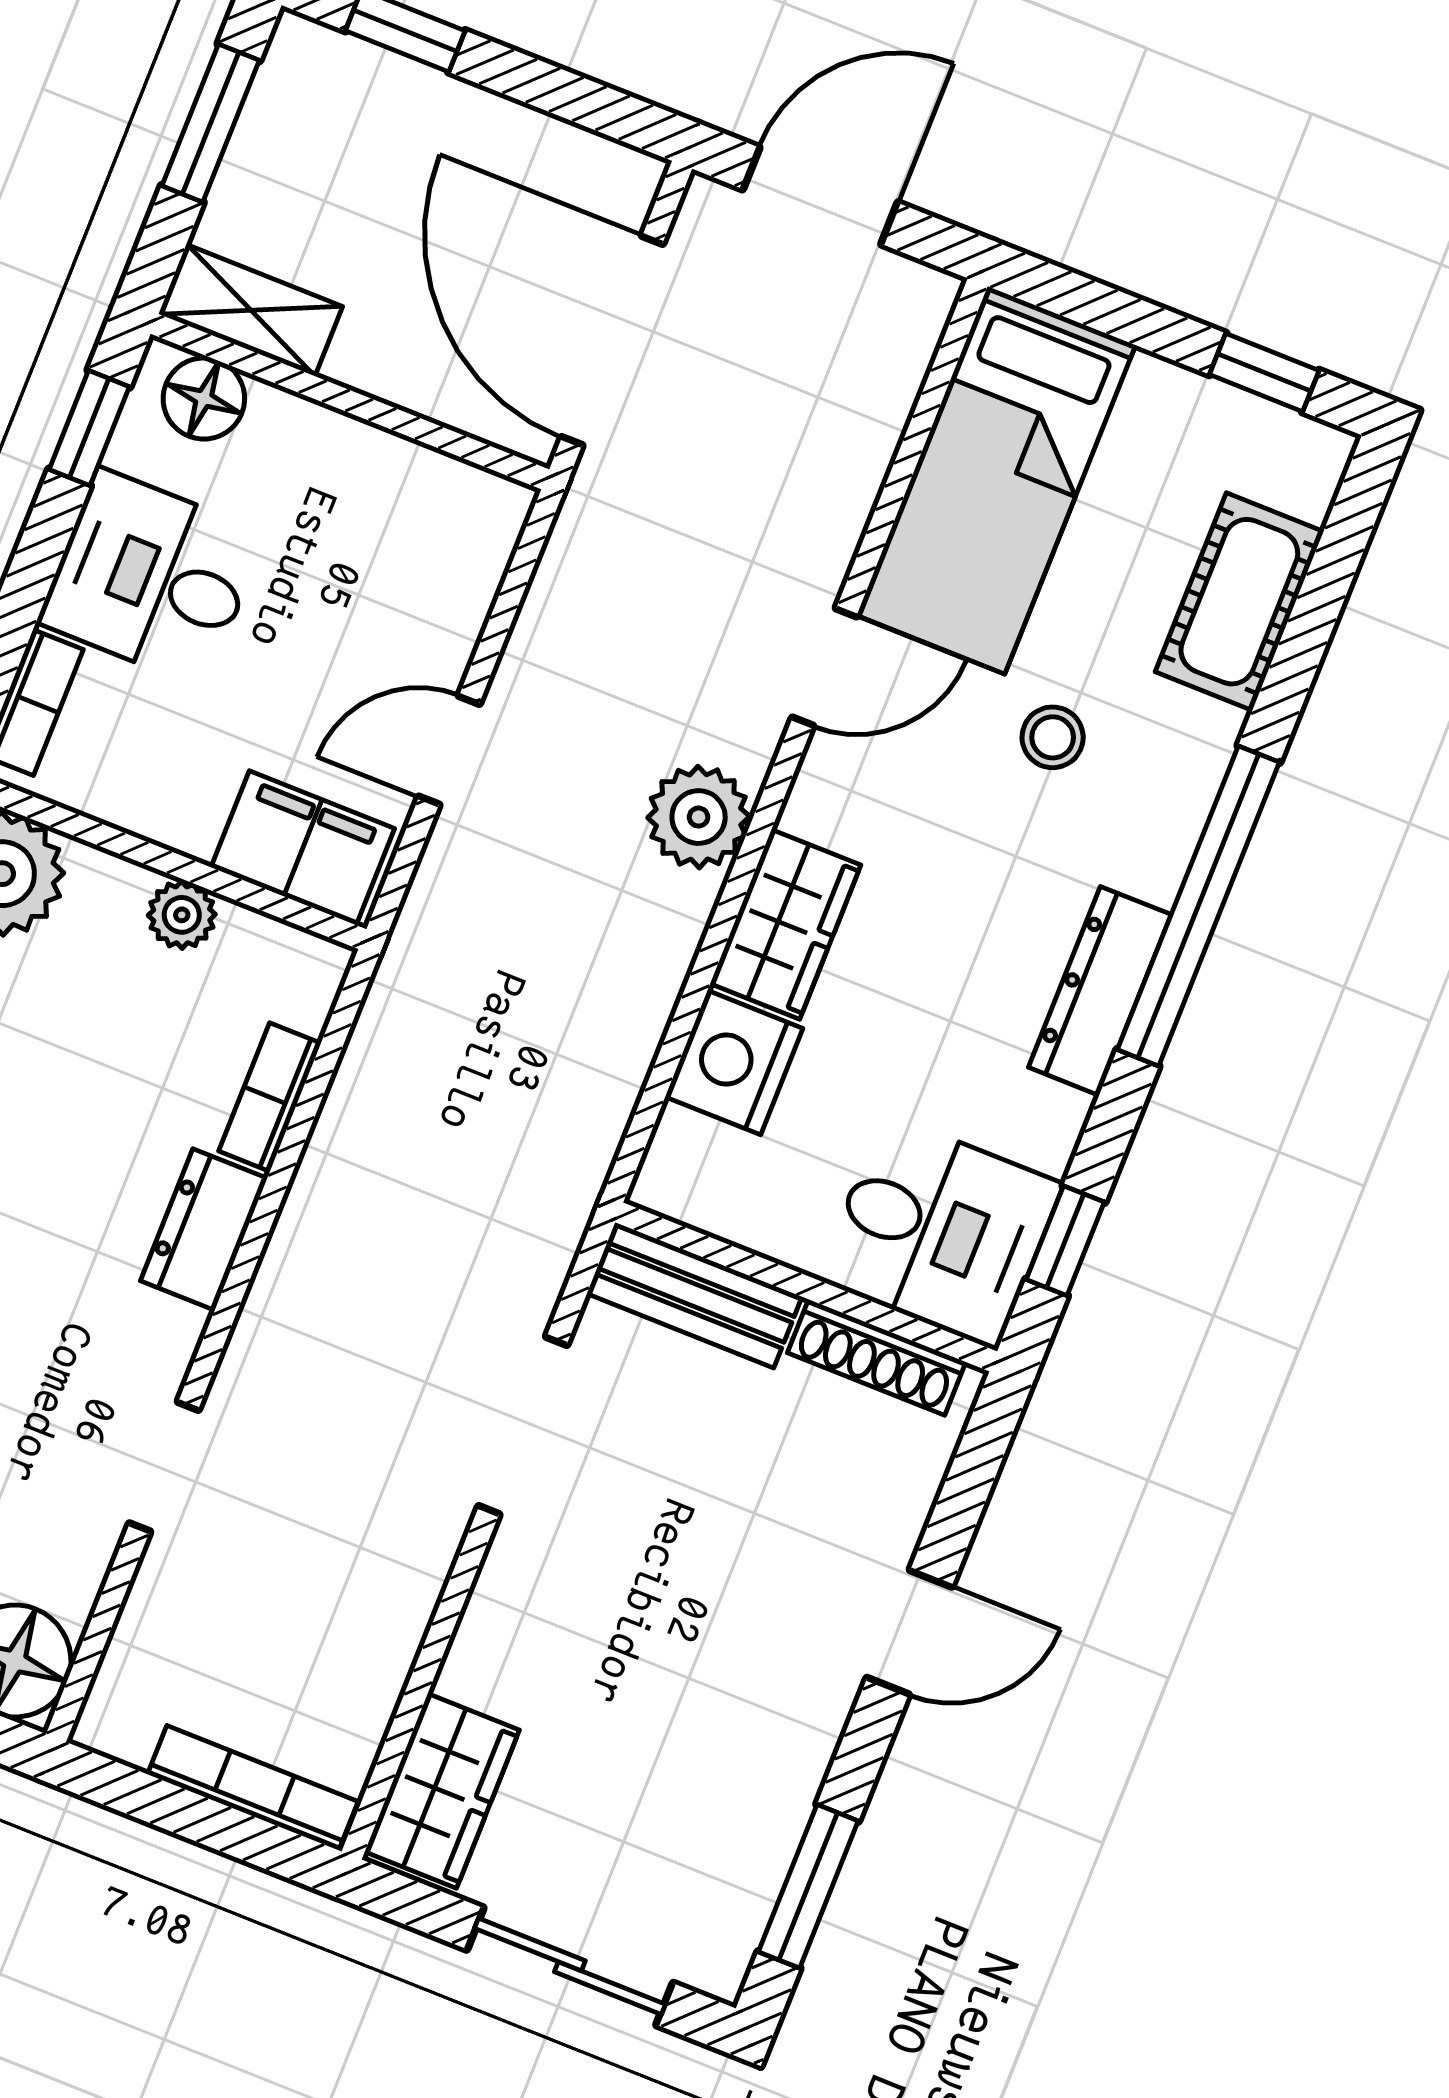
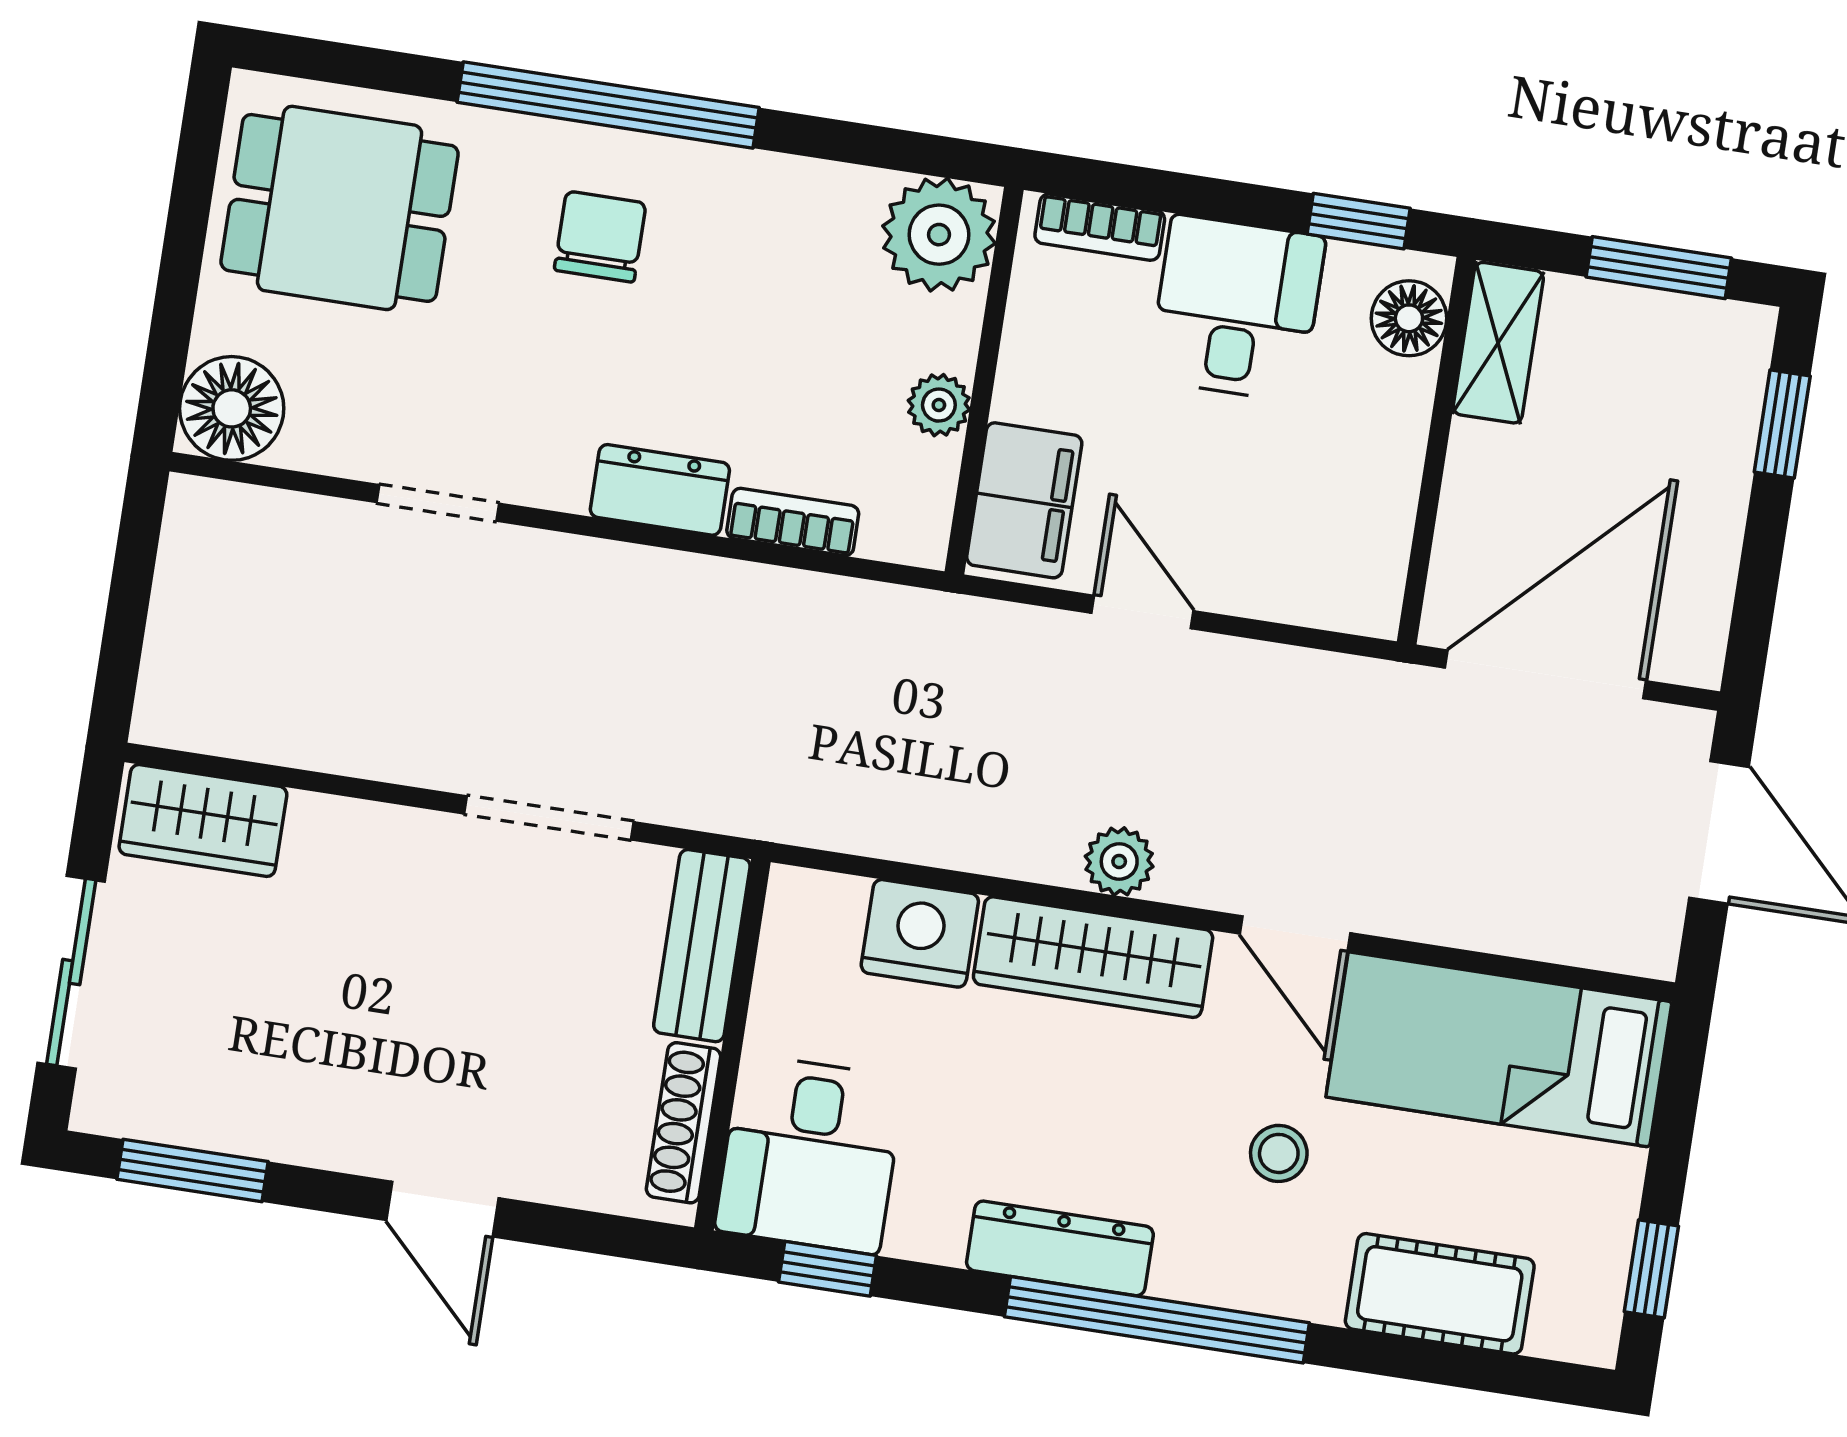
plant: (699, 817) -> (1119, 861), width x0.73, depth x0.73
wardrobe: (785, 924) -> (1093, 957), width x1.50
bookcase: (253, 1788) -> (166, 649), removed

